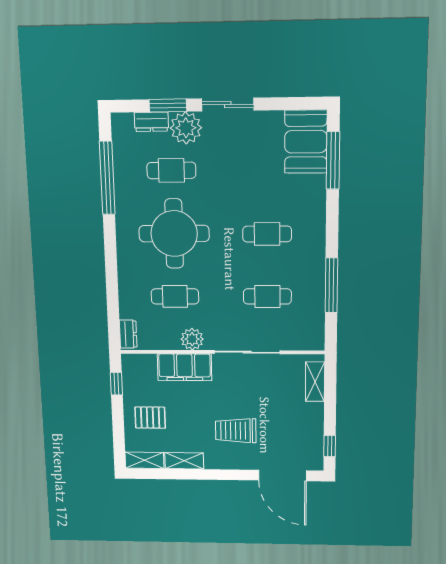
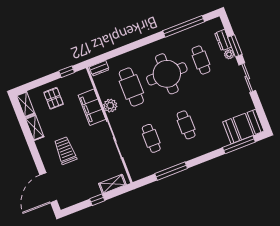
plant: (186, 128) -> (229, 54), width x0.53, depth x0.53
cafe table: (175, 296) -> (131, 87), width x1.37, depth x1.35
window: (330, 446) -> (97, 200), moved

